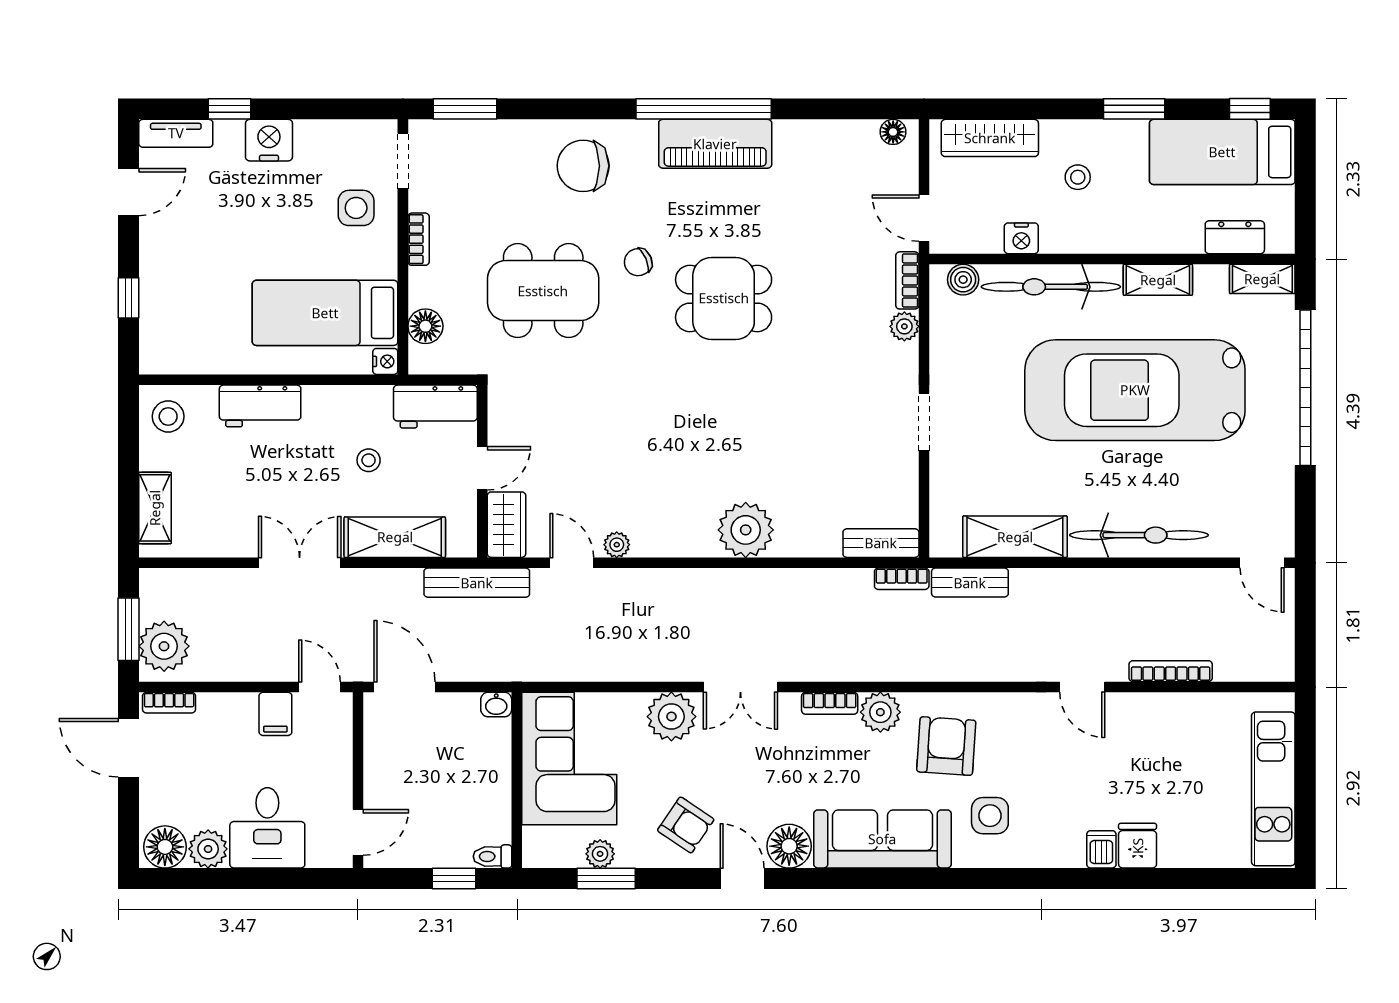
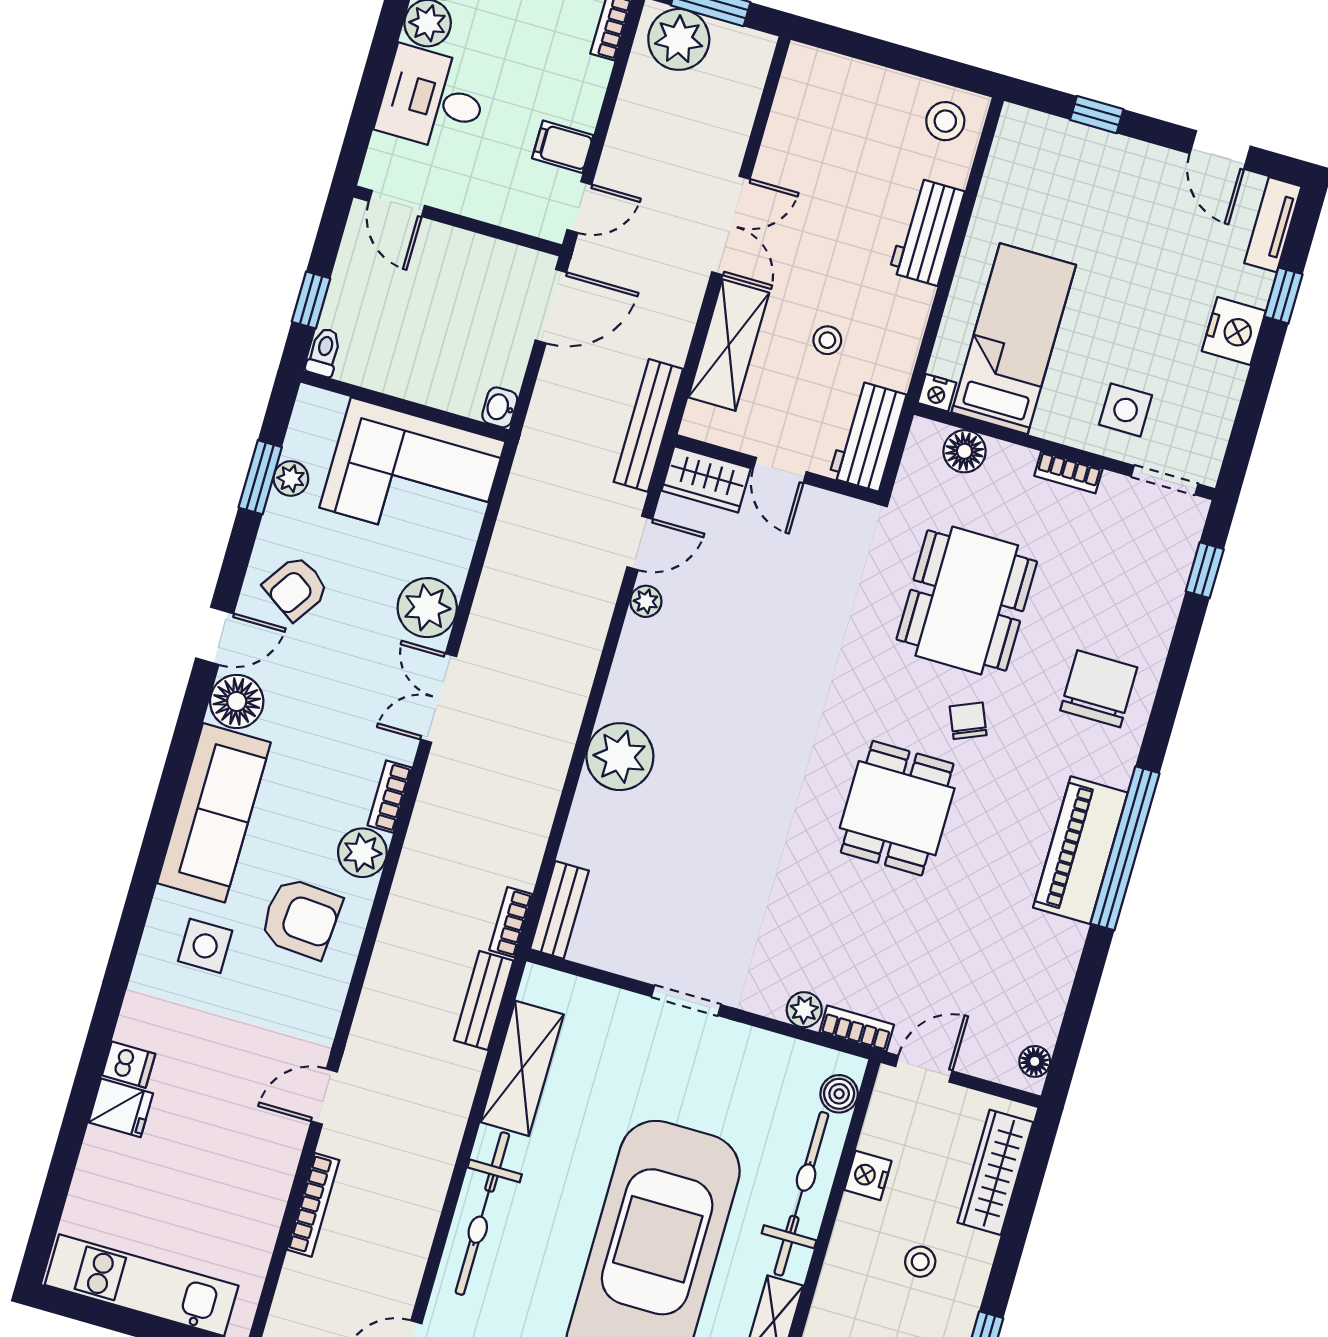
window: (465, 109) -> (1205, 570), width x0.67
shelving: (155, 508) -> (843, 75), removed

